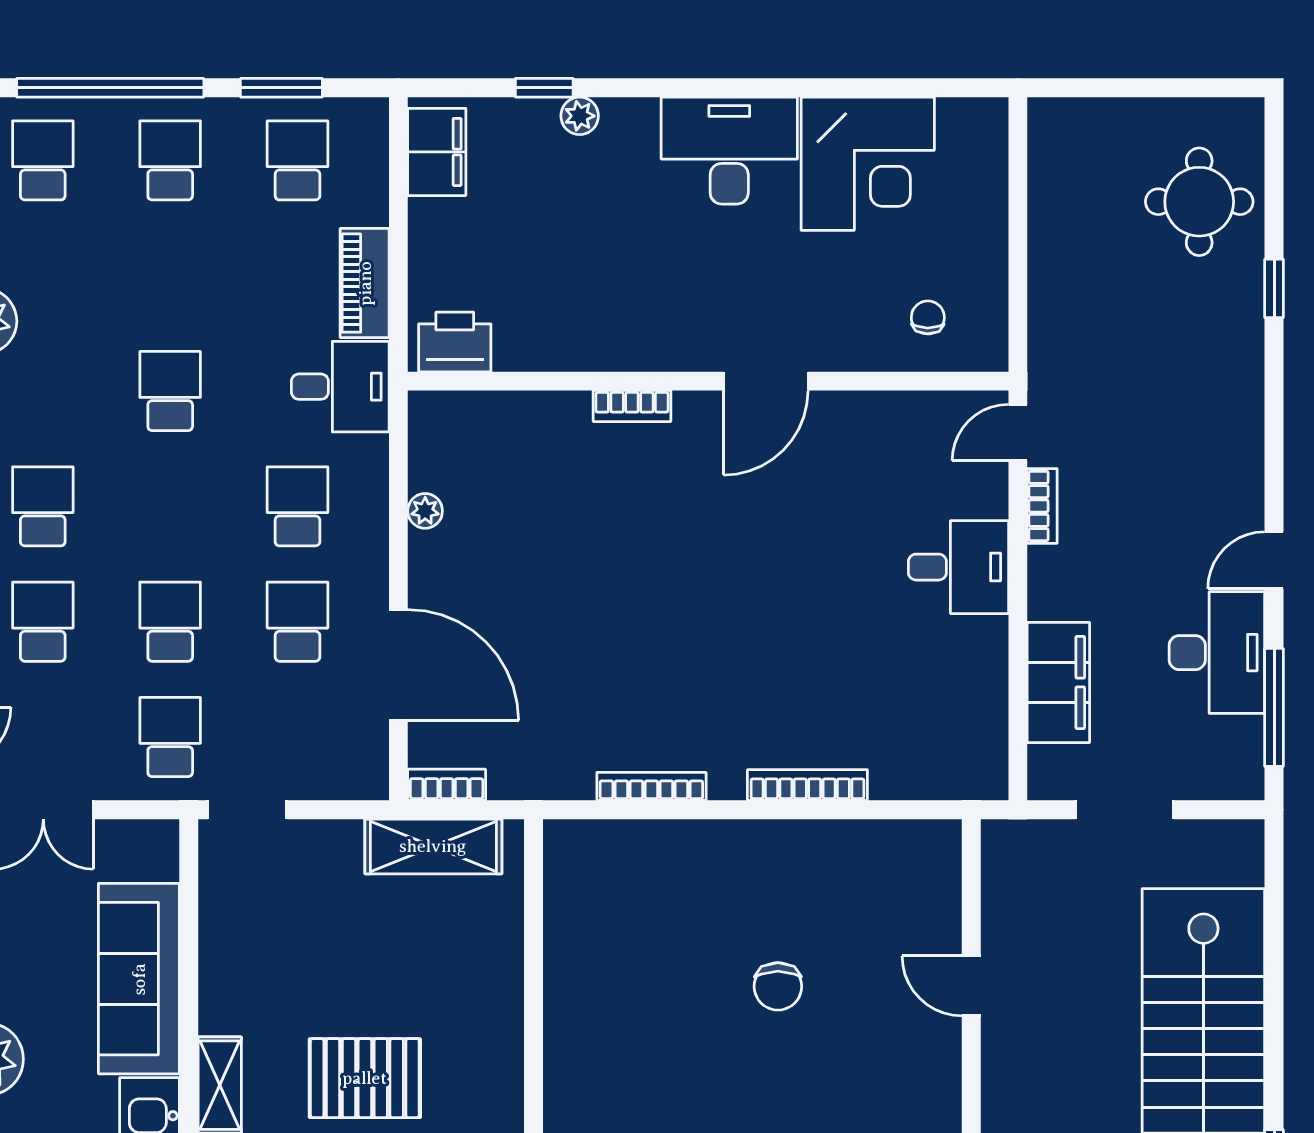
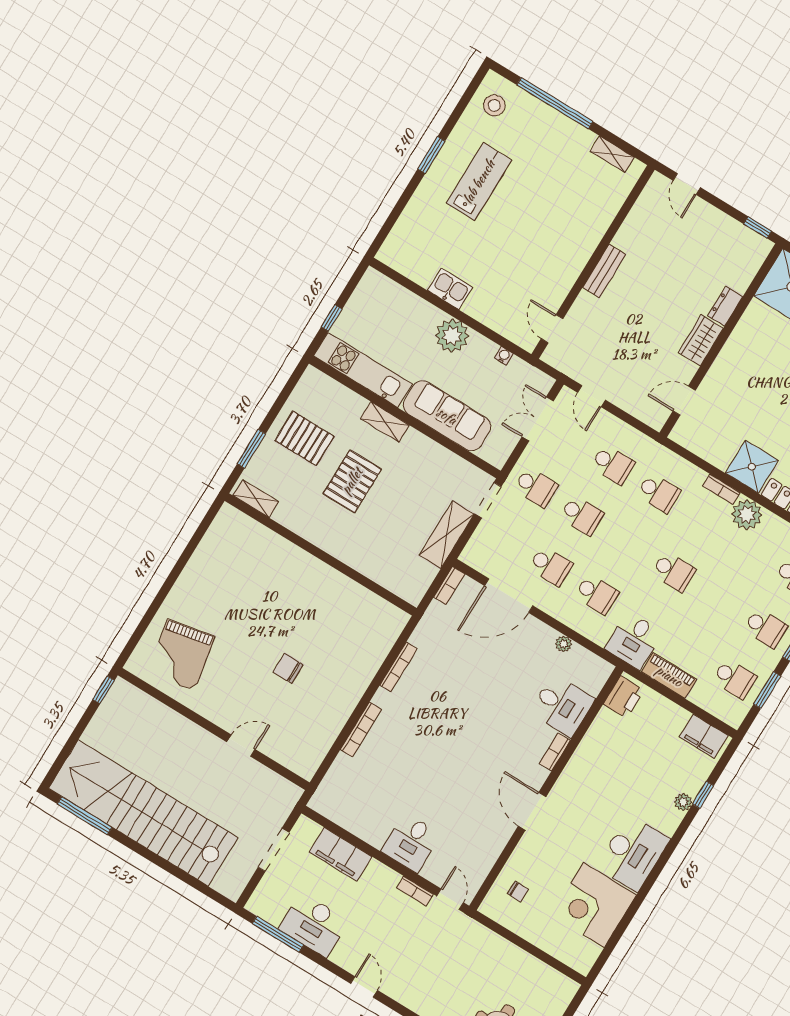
desk: (539, 445) -> (562, 706), added
door: (1274, 560) -> (364, 987), moved
shelving: (433, 846) -> (447, 535), moved

